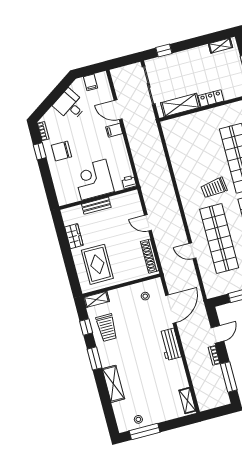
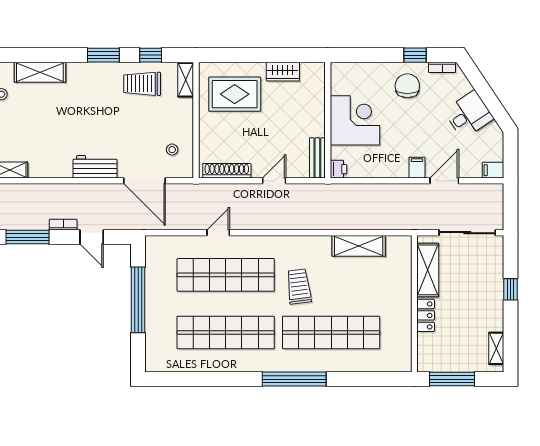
window: (164, 51) -> (511, 289), moved
filing cabinet: (91, 82) -> (493, 170), moved
shelving: (176, 155) -> (359, 246), added
bench: (96, 206) -> (317, 158), moved
shelving: (113, 384) -> (40, 72), moved

